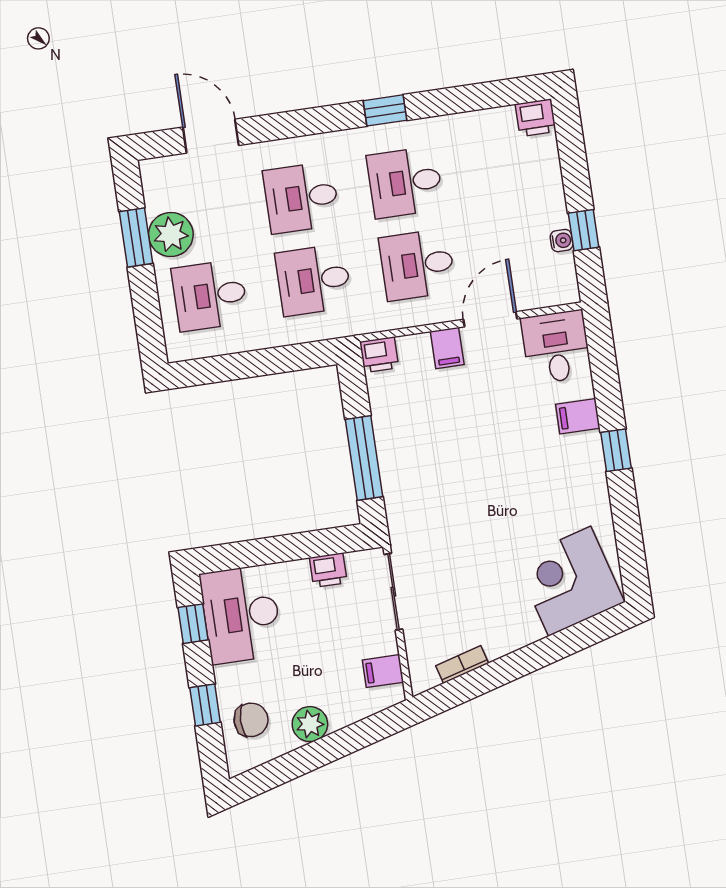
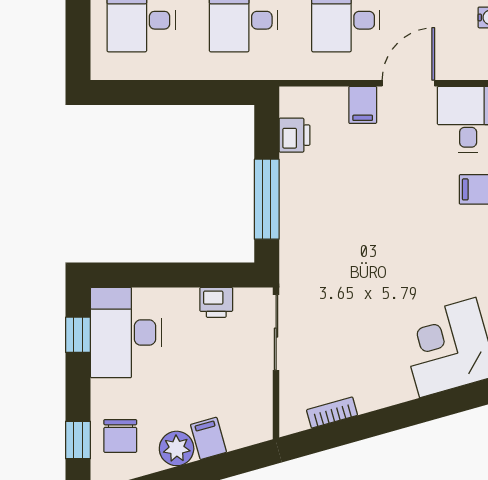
printer: (379, 355) -> (295, 135), moved, turned -90
filing cabinet: (383, 671) -> (208, 438), moved, turned 74
window: (205, 705) -> (78, 440), moved
chair: (251, 720) -> (120, 436), turned 90

